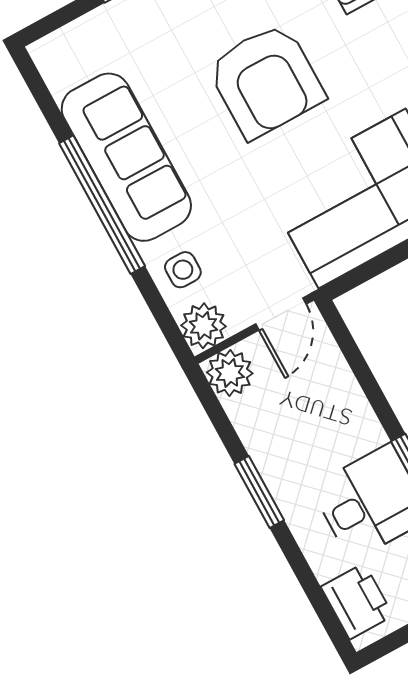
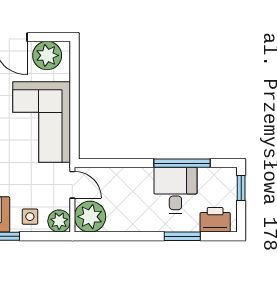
plant: (230, 373) -> (90, 217), width x1.36, depth x1.36
window: (259, 492) -> (182, 236), moved

